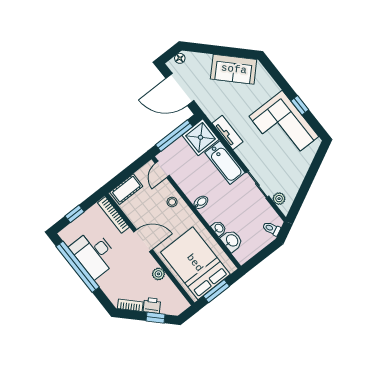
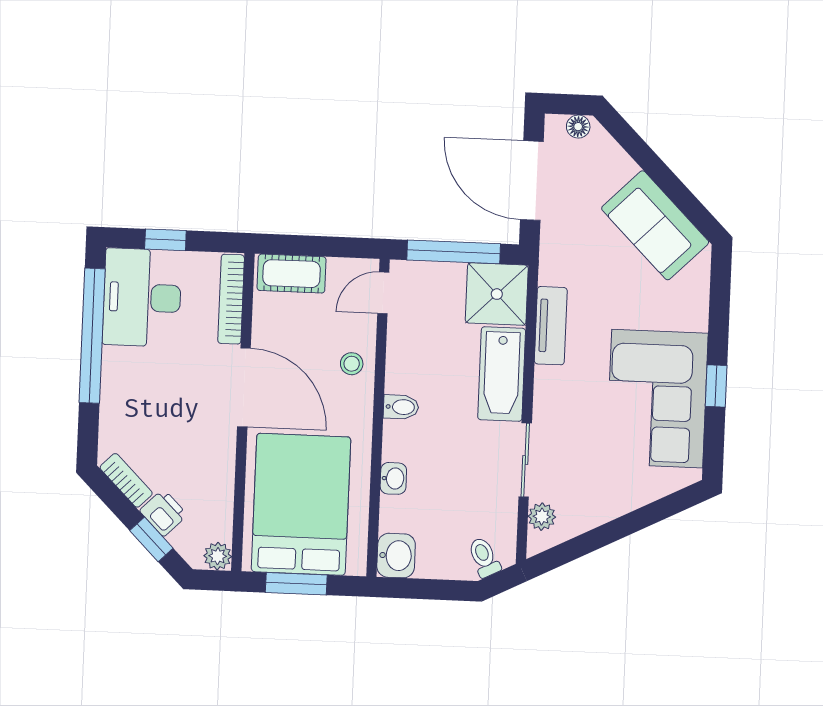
door: (143, 241) -> (244, 387), width x1.36
washbasin: (232, 241) -> (396, 556), moved
desk: (94, 254) -> (142, 298), moved
plant: (158, 274) -> (218, 556), moved

